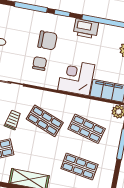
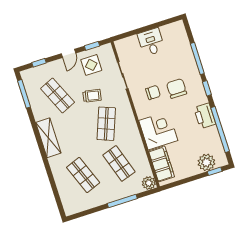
chair: (47, 40) -> (177, 88), turned 180
shop shelf: (87, 129) -> (119, 163), turned -33
shop shelf: (79, 167) -> (83, 175), turned -30

